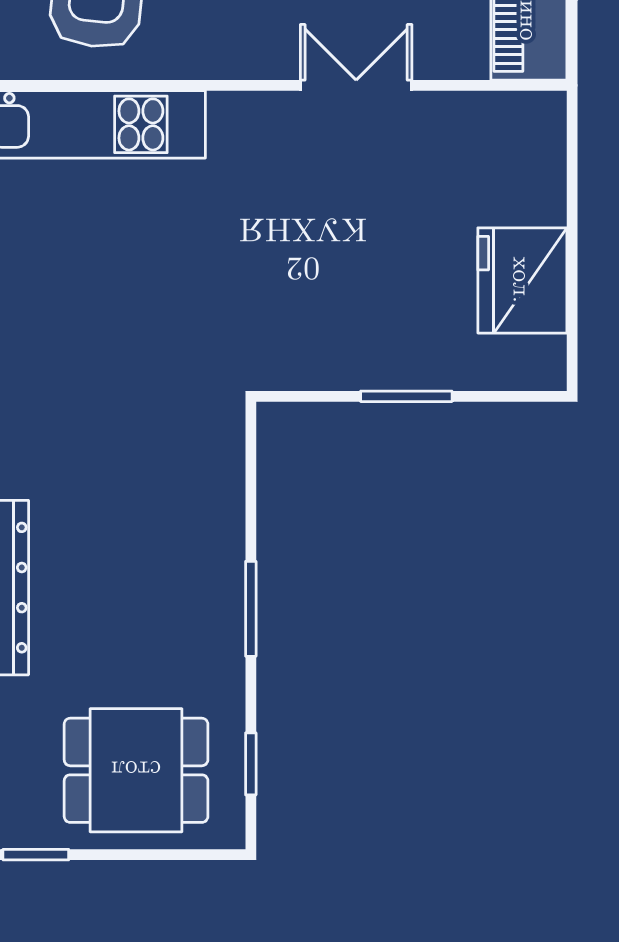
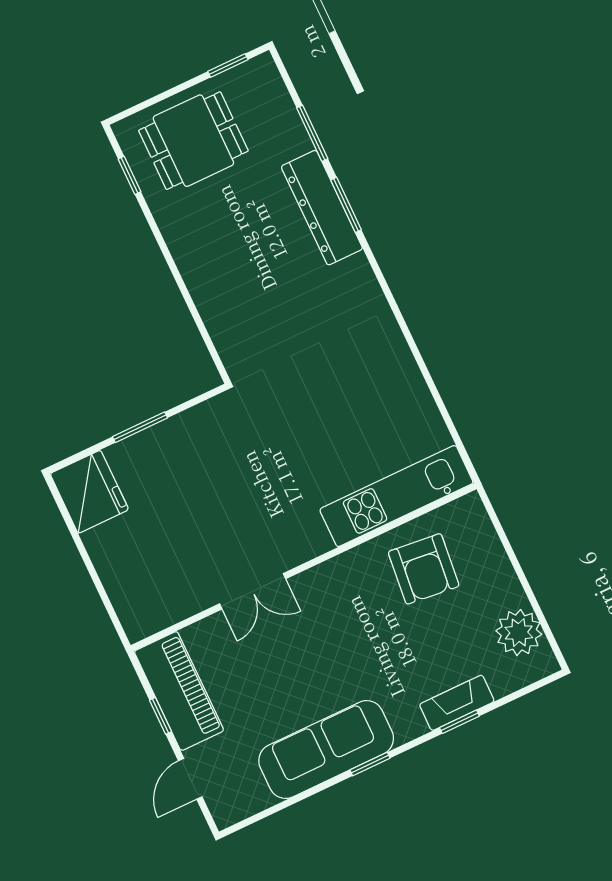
fridge: (522, 280) -> (89, 492), moved
window: (251, 609) -> (171, 264), removed

